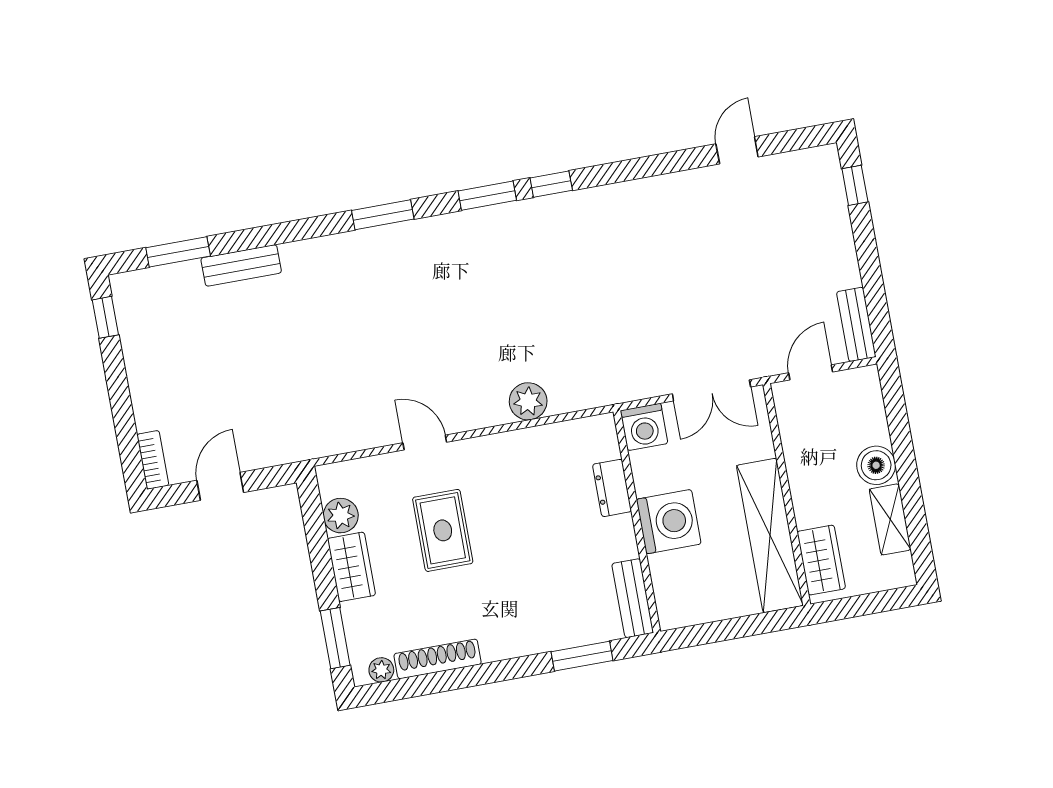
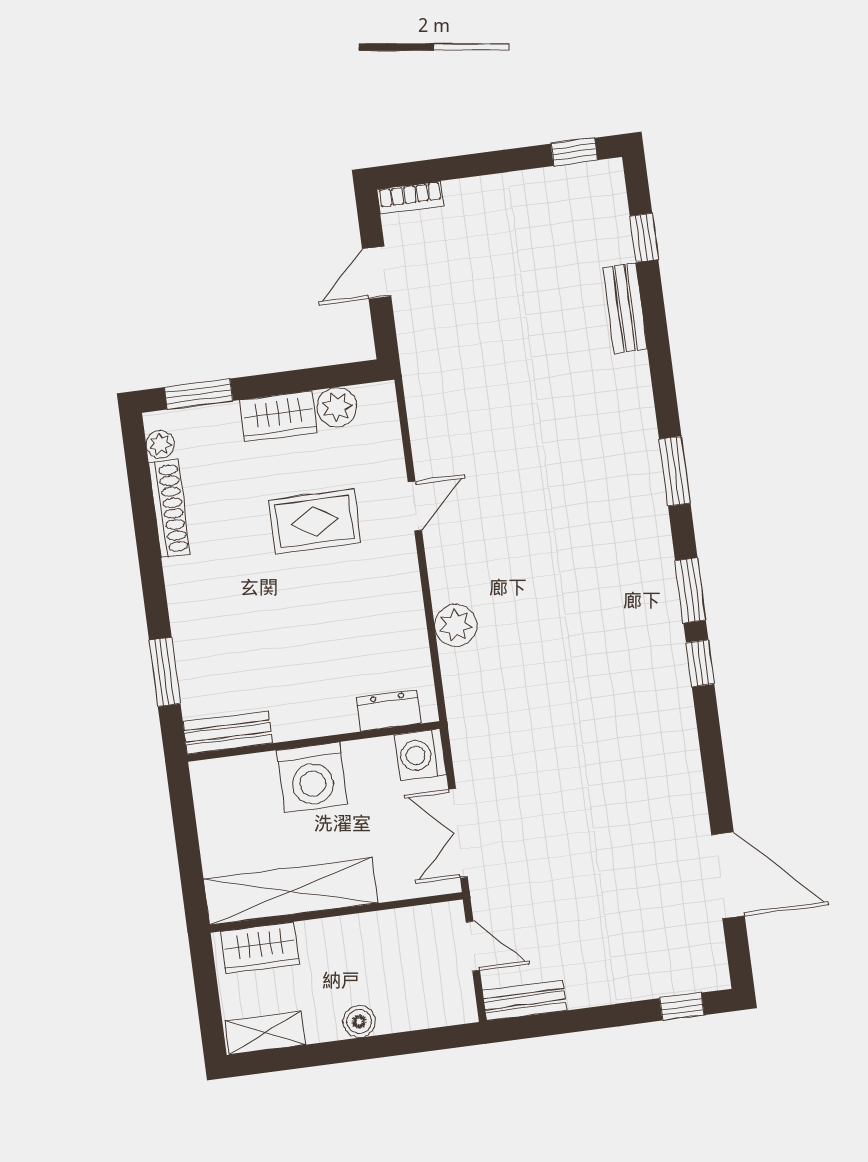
door: (737, 150) -> (728, 875), width x1.88
window: (178, 252) -> (644, 238), width x0.67
boiler: (876, 465) -> (359, 1022), width x0.73, depth x0.73
door: (220, 486) -> (377, 272), swing flipped
dresser: (612, 488) -> (389, 711), moved
shelving: (890, 519) -> (265, 1033), moved

